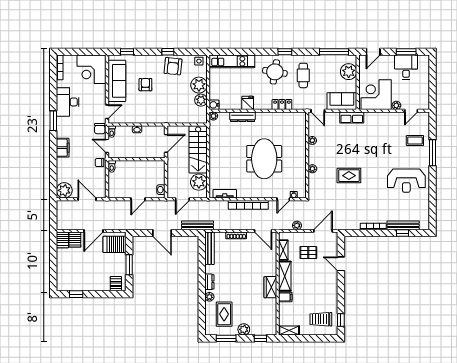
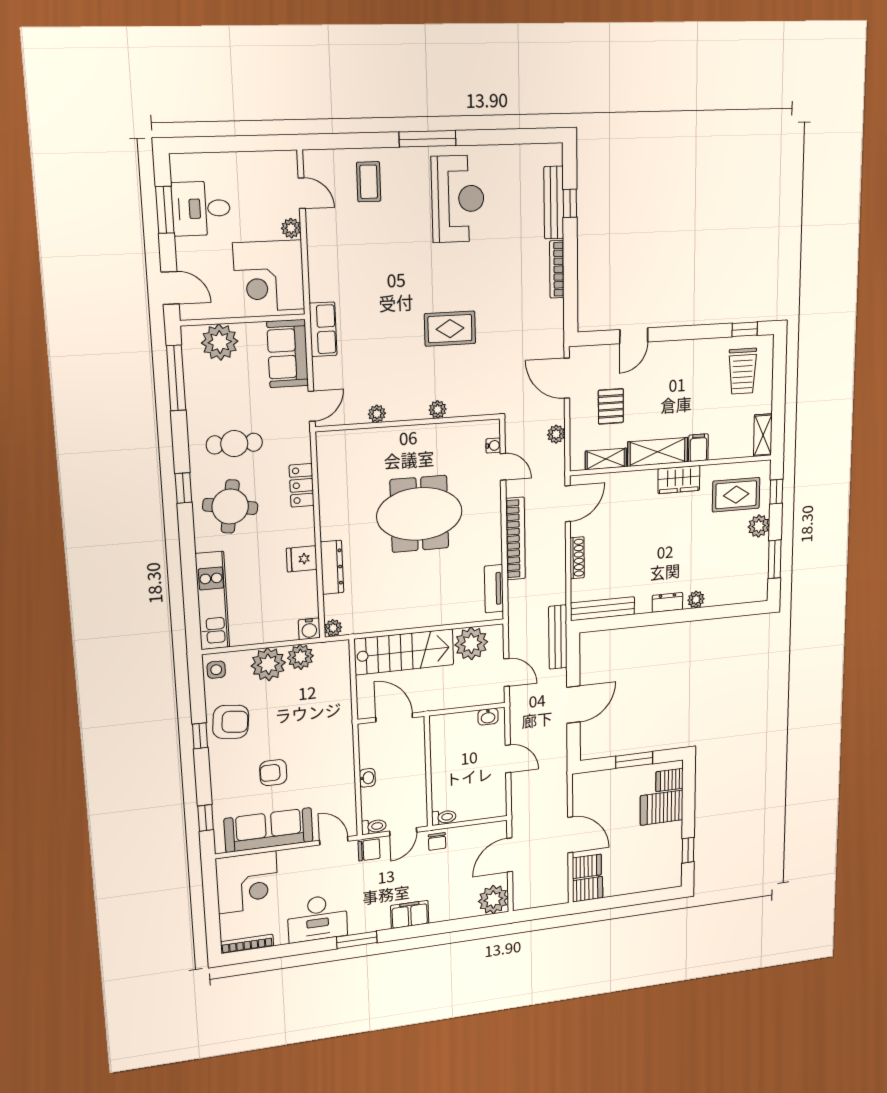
window: (433, 153) -> (428, 139), moved
rug: (349, 176) -> (450, 329), turned 90
server rack: (115, 244) -> (662, 808), moved, turned 90
rug: (224, 314) -> (736, 495), moved

